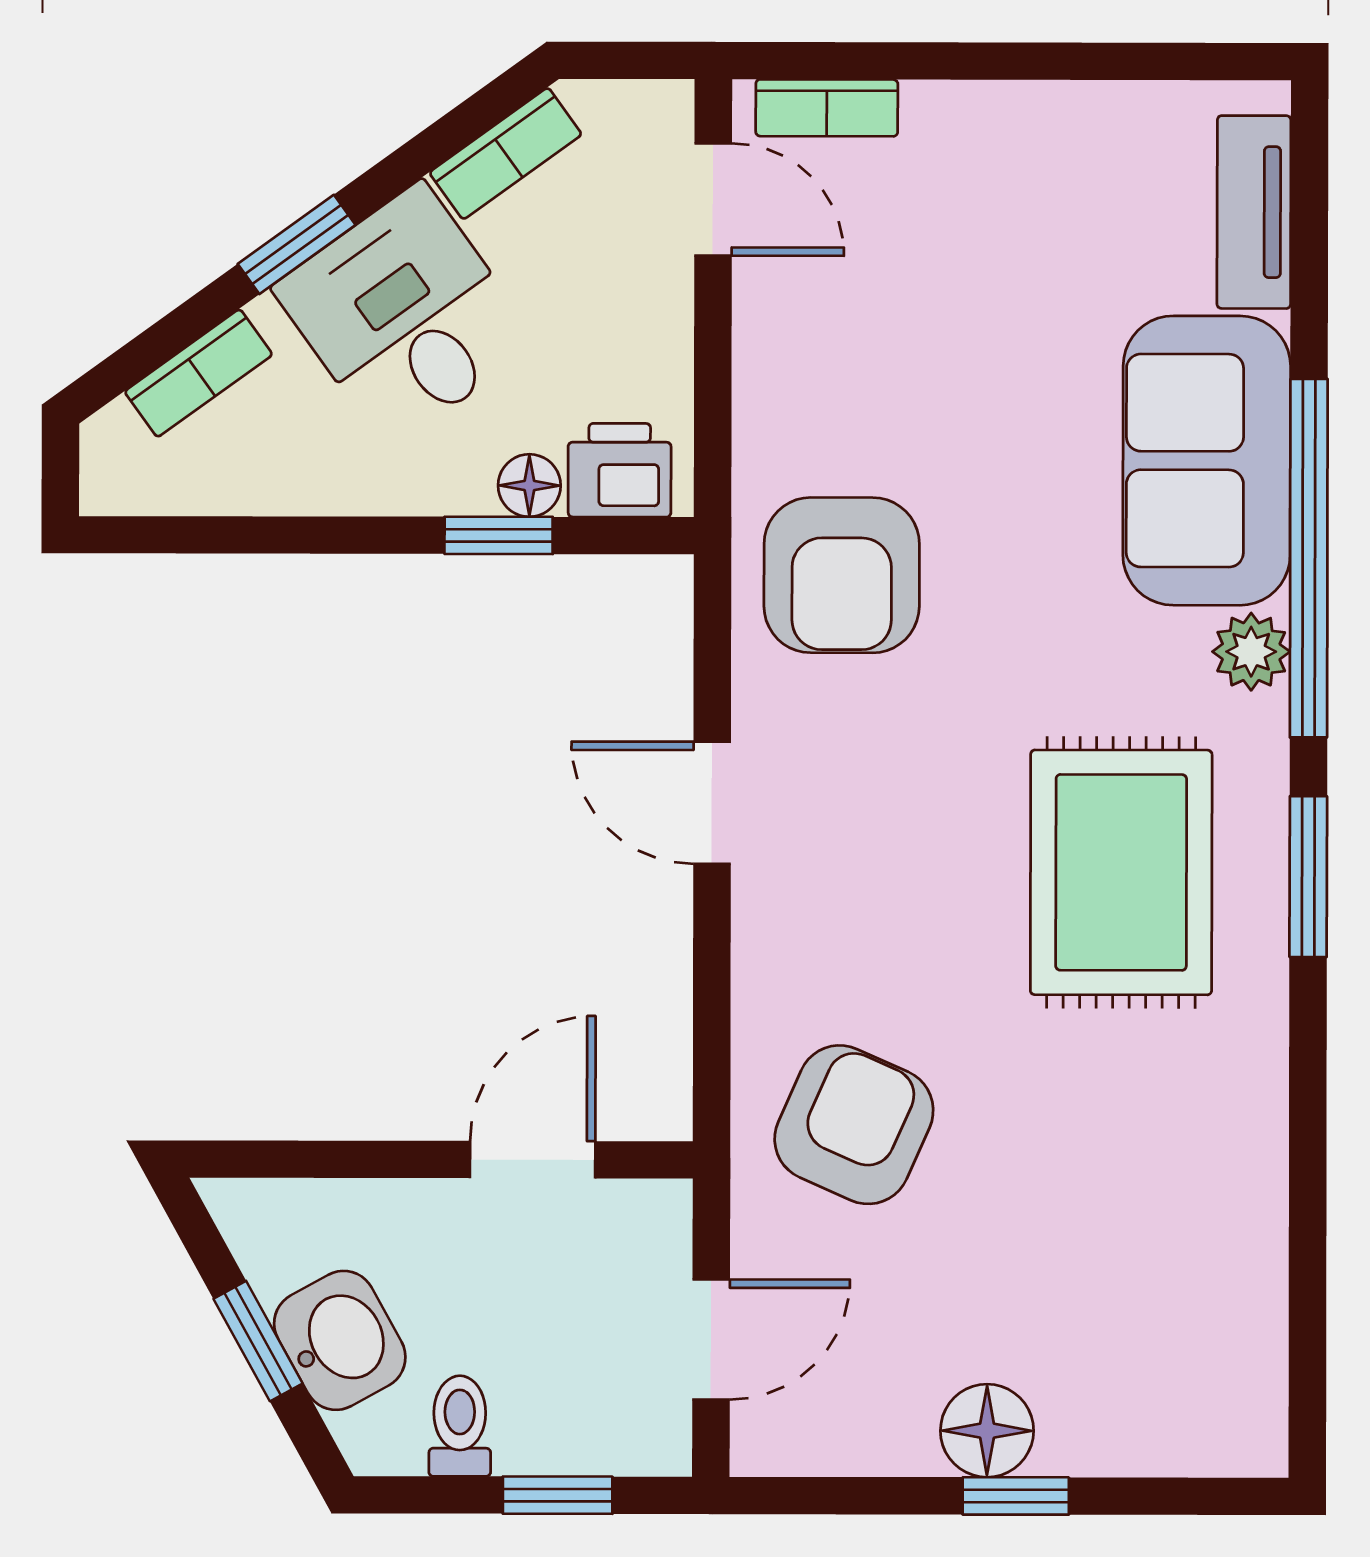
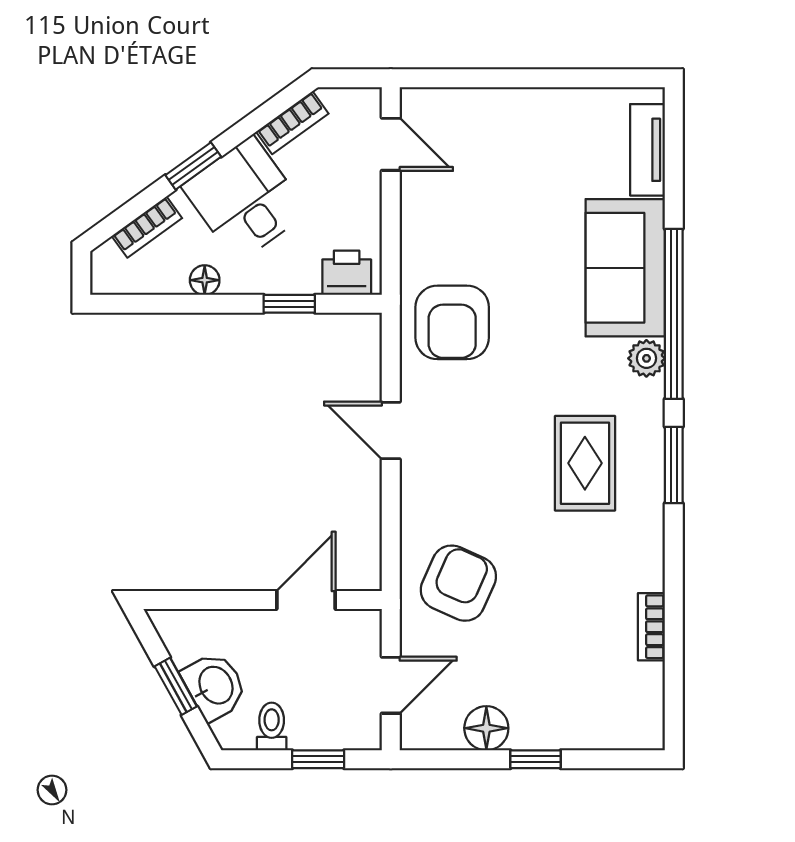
bookcase: (827, 108) -> (651, 627), moved, turned 90
floor lamp: (529, 486) -> (205, 280), moved
rug: (1121, 872) -> (585, 463), width x0.73, depth x0.70
floor lamp: (987, 1431) -> (486, 728), moved

